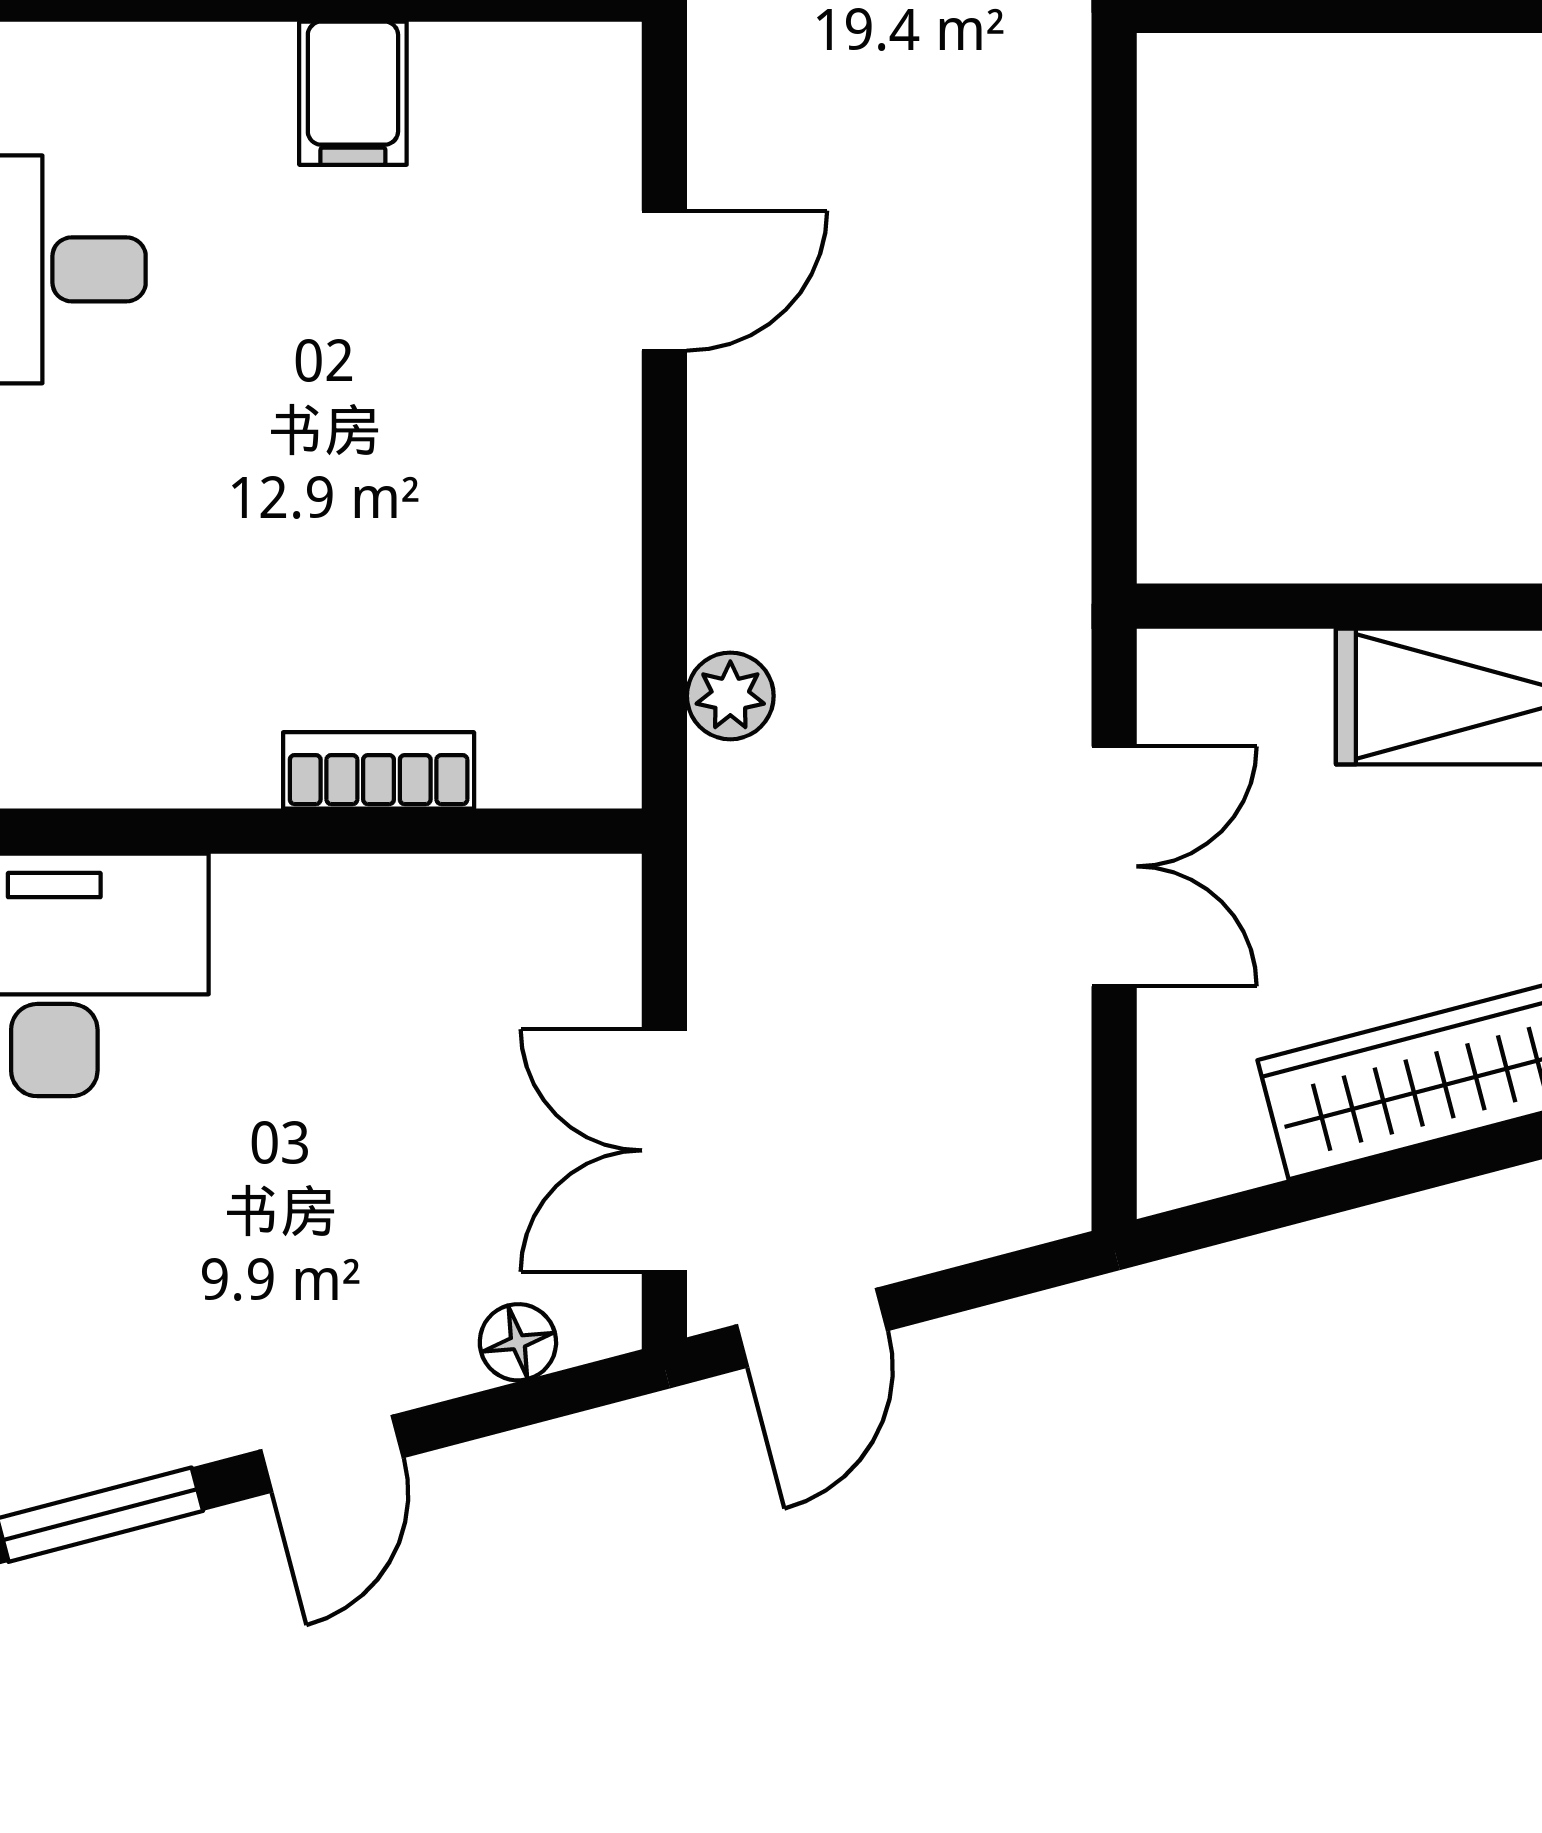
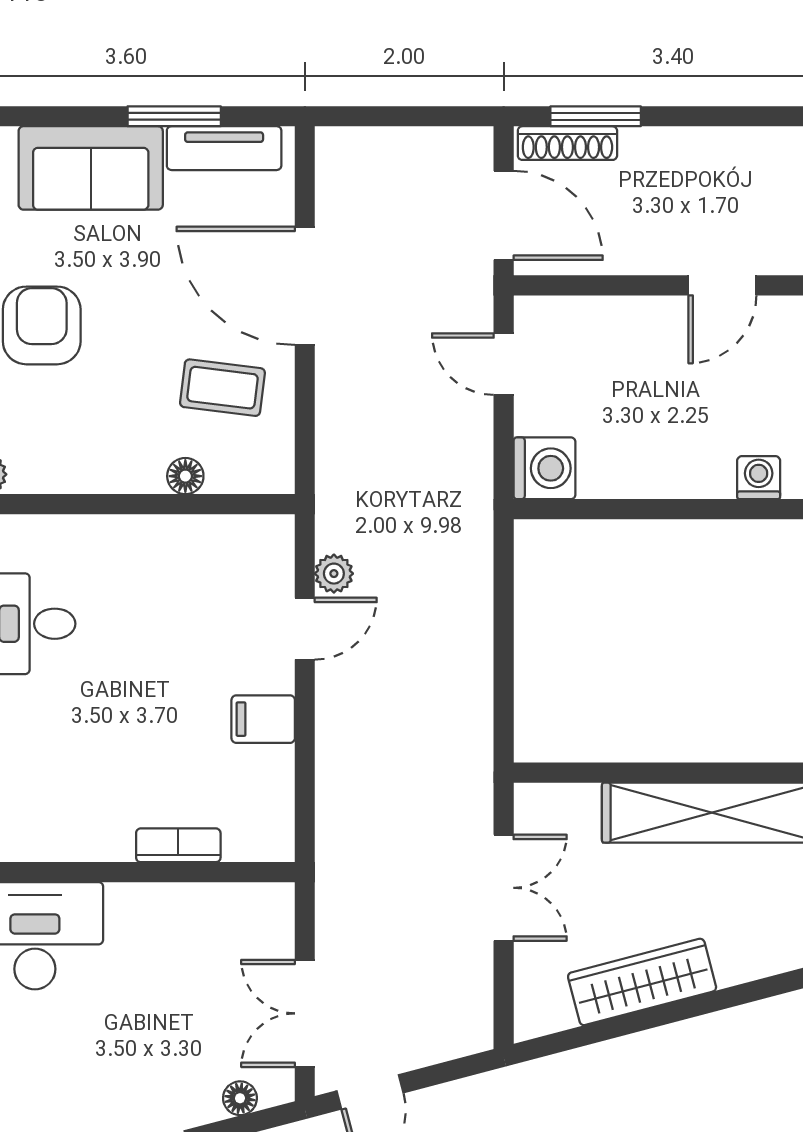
filing cabinet: (353, 93) -> (263, 719), moved, turned 90
plant: (730, 696) -> (334, 574), moved

